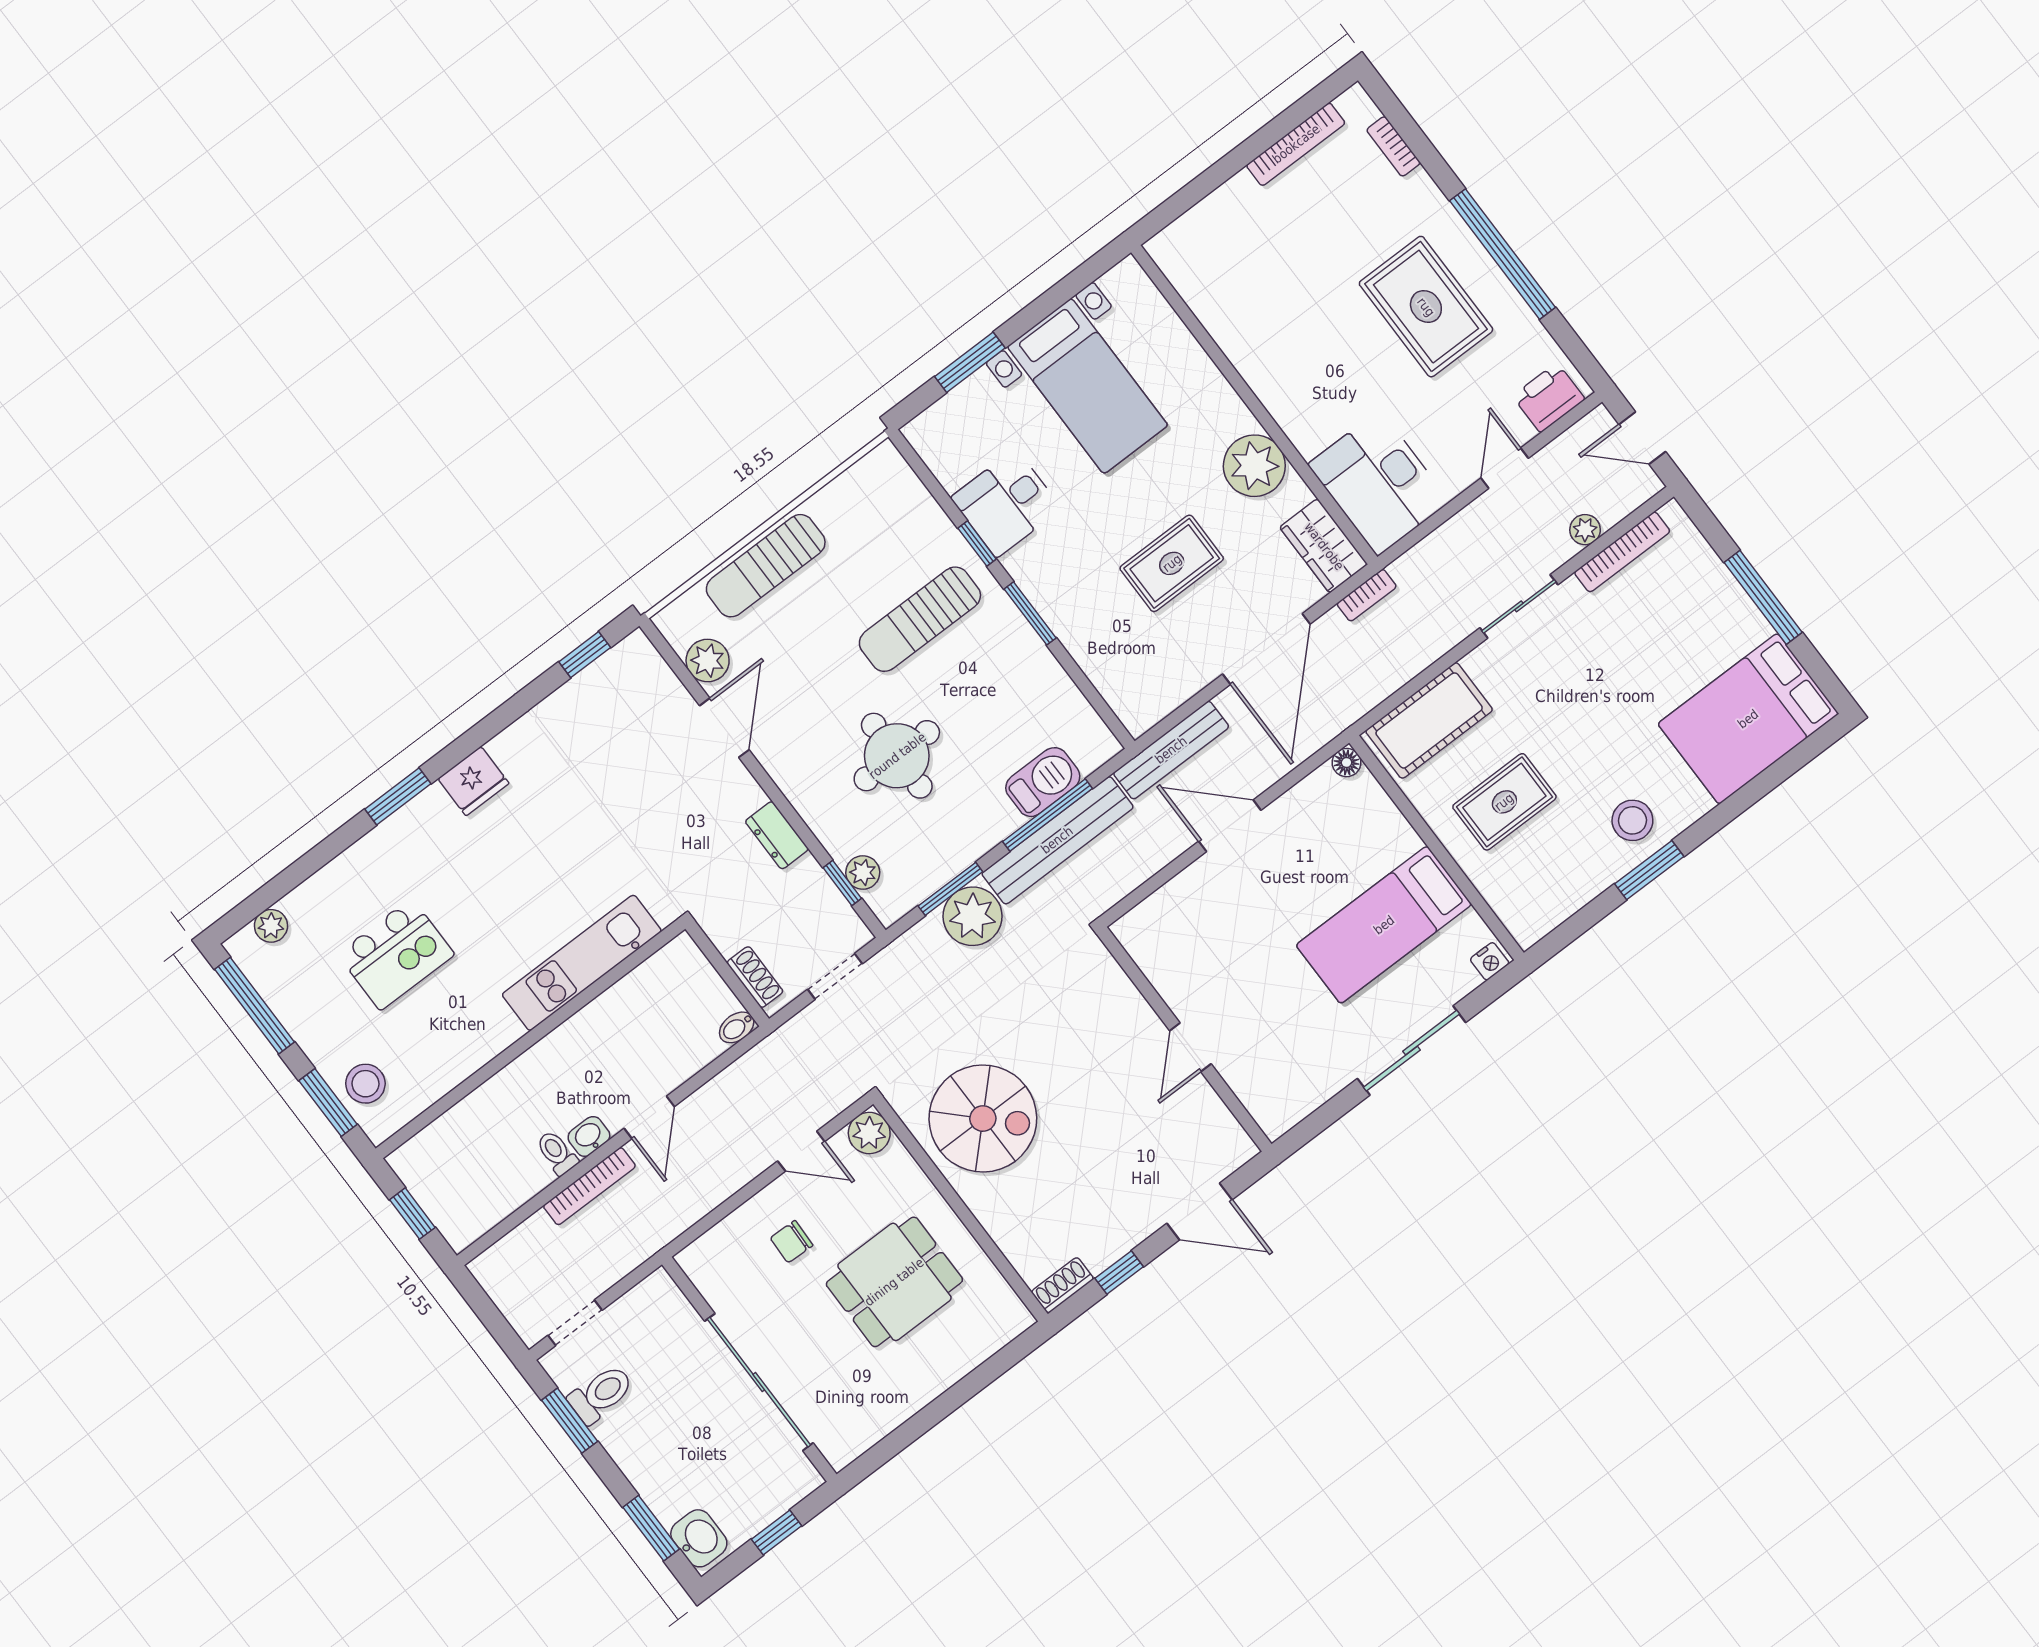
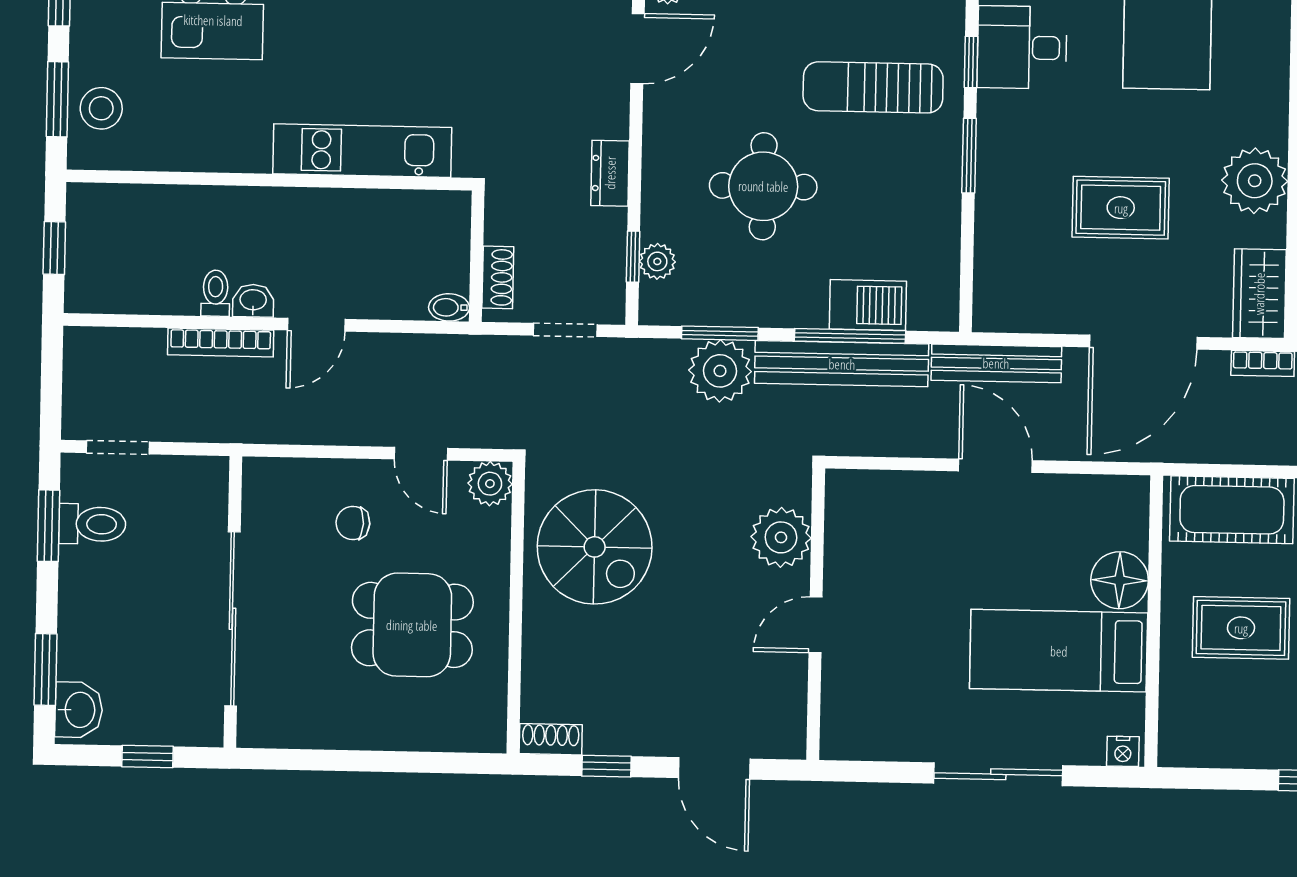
floor lamp: (1346, 763) -> (1120, 580), moved, width x1.89, depth x1.89
plant: (1114, 1003) -> (781, 537), added

